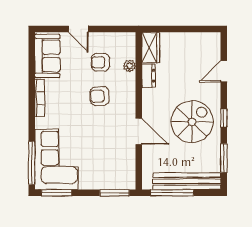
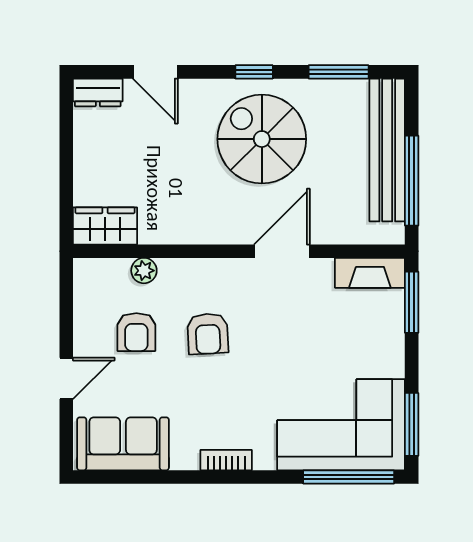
dresser: (149, 76) -> (98, 92), moved, turned 180
bookcase: (40, 98) -> (226, 460), width x0.64
fireplace: (129, 173) -> (370, 273), added

